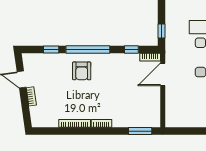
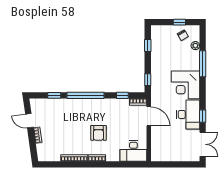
armchair: (82, 71) -> (98, 133), moved
door: (163, 74) -> (149, 116), swing flipped
desk: (145, 115) -> (133, 151), added
window: (140, 131) -> (130, 164), removed

